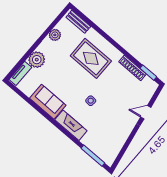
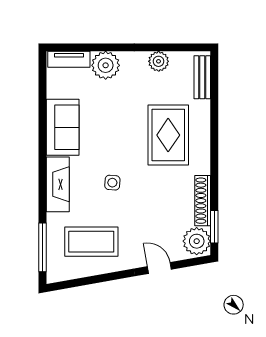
plant: (148, 86) -> (197, 241), added
coffee table: (109, 132) -> (91, 242), added

